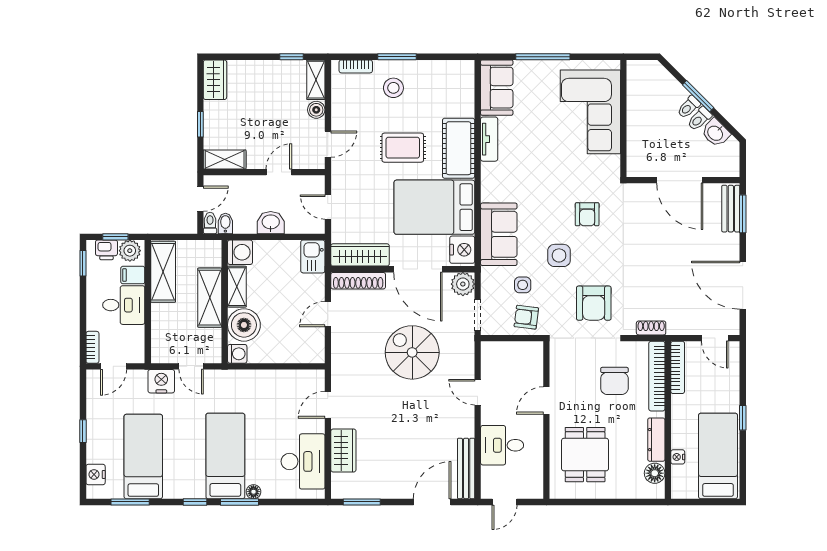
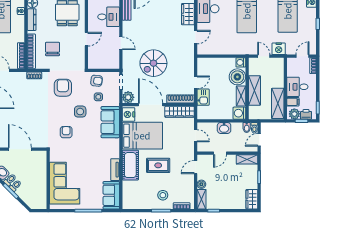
kitchen sink: (313, 256) -> (203, 97), moved
spiral stairs: (412, 352) -> (153, 63), turned 90

